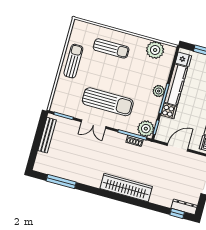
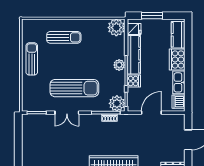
plant: (155, 50) -> (116, 28), moved
bench: (47, 135) -> (26, 135), removed

